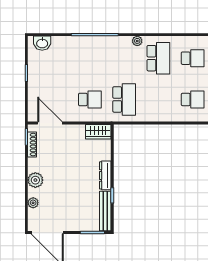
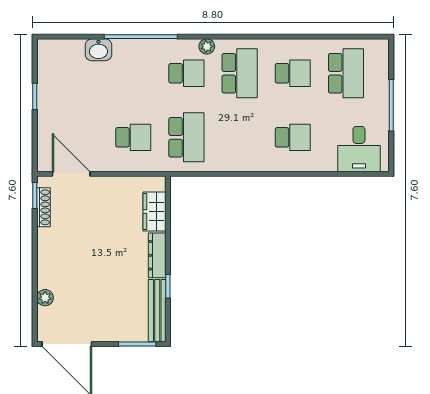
washbasin: (42, 43) -> (98, 50), moved
school desk: (124, 58) -> (186, 73), added
wardrobe: (98, 132) -> (154, 212), moved, turned 90
plant: (35, 180) -> (49, 263), removed

